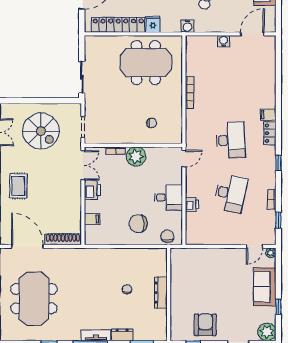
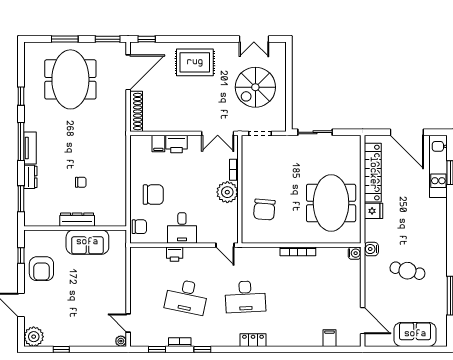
water cooler: (224, 41) -> (355, 253), moved
filing cabinet: (268, 115) -> (330, 338), moved
chair: (152, 123) -> (264, 210), width x1.87, depth x1.87
window: (278, 163) -> (202, 349), moved
rug: (18, 186) -> (195, 62), width x1.36, depth x1.43
printer: (92, 190) -> (176, 144), moved
chair: (138, 224) -> (153, 195), turned 92
sofa: (265, 287) -> (87, 242), moved, turned 180
meeting table: (34, 299) -> (70, 79), turned 90
armchair: (205, 325) -> (41, 269), turned 90

